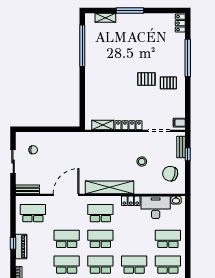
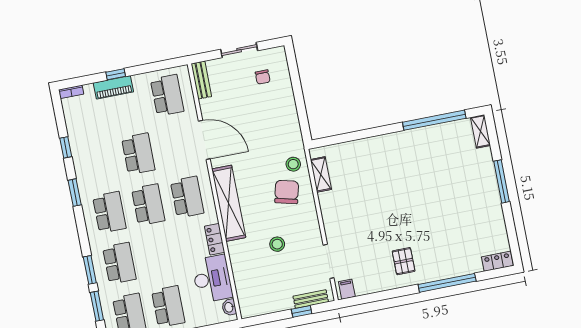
shelving: (105, 18) -> (480, 131), moved
pallet: (146, 79) -> (403, 227), removed
locker: (128, 125) -> (328, 213), removed
stool: (93, 141) -> (293, 164), added
chair: (170, 174) -> (287, 192), moved
school desk: (67, 265) -> (99, 161), removed

